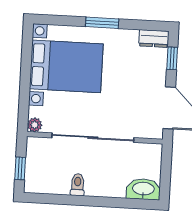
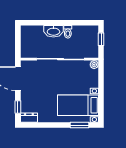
window: (102, 23) -> (80, 125), moved
bed with nightstands: (66, 66) -> (78, 105), width x0.73
washbasin: (143, 189) -> (53, 31), moved

